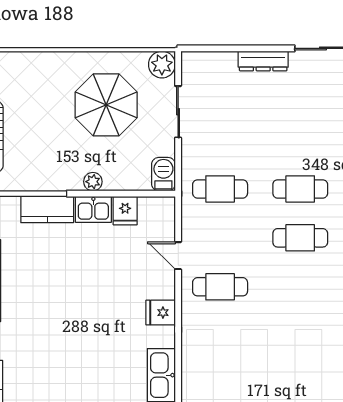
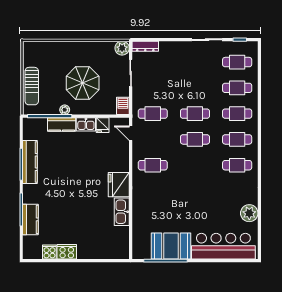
dresser: (263, 61) -> (145, 46), moved
parasol: (106, 105) -> (83, 83), moved
plant: (93, 182) -> (65, 110), moved
door: (178, 256) -> (131, 133), moved
fridge: (161, 313) -> (119, 185), width x1.88, depth x1.34

